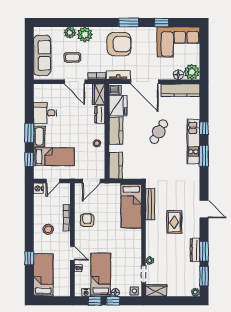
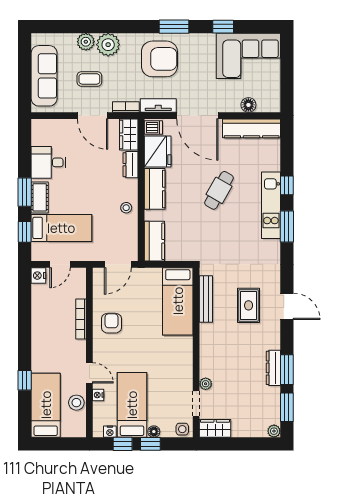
plant: (192, 72) -> (269, 101), removed
rug: (174, 222) -> (249, 305), moved
stool: (48, 229) -> (76, 403), moved

